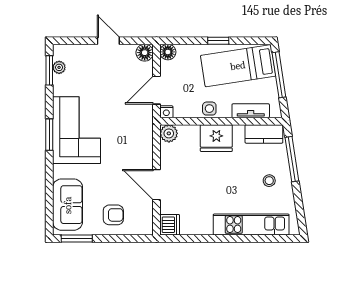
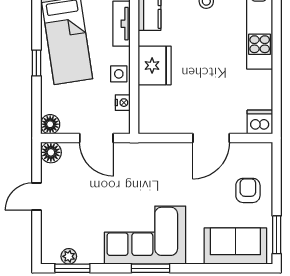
nightstand: (166, 112) -> (123, 103), moved
plant: (169, 133) -> (149, 123), removed

